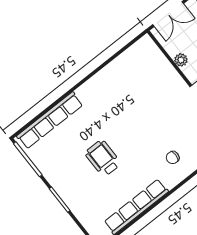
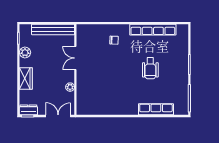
row of seats: (50, 120) -> (156, 109), width x0.73

